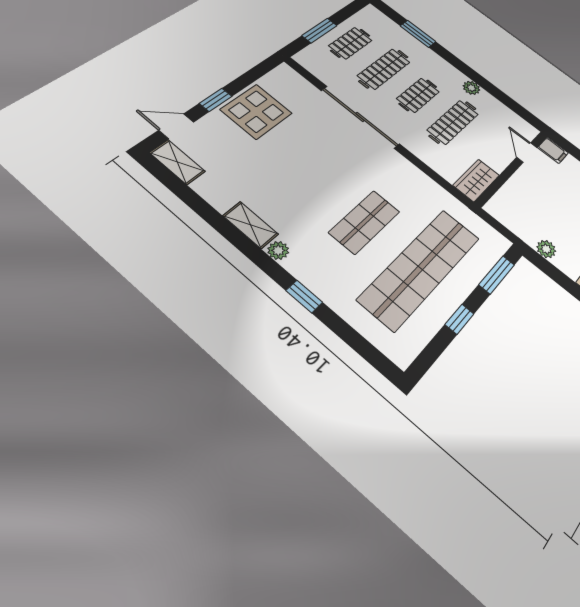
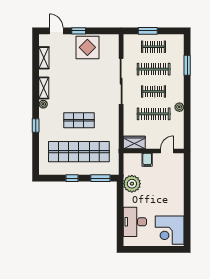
filing cabinet: (553, 150) -> (147, 160), moved
shelving: (177, 162) -> (44, 58), moved
plant: (546, 249) -> (132, 184), width x1.88, depth x1.88

